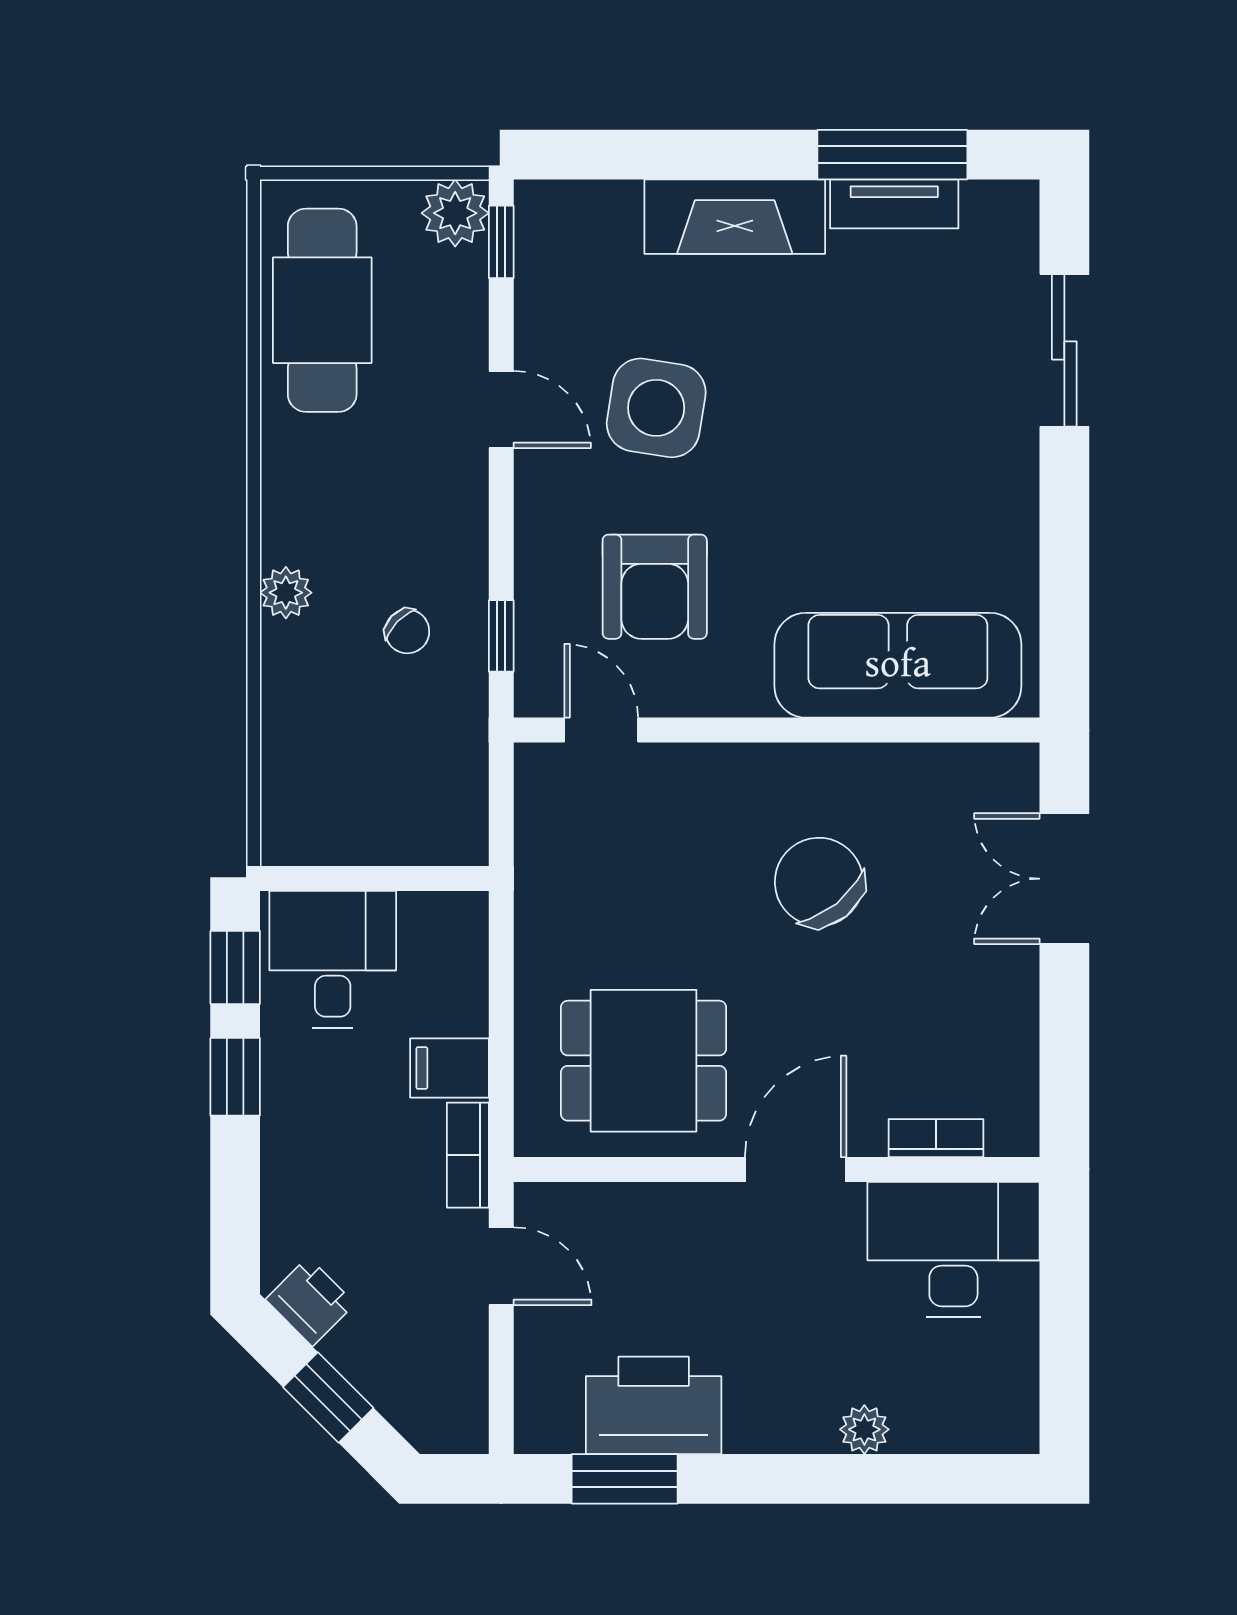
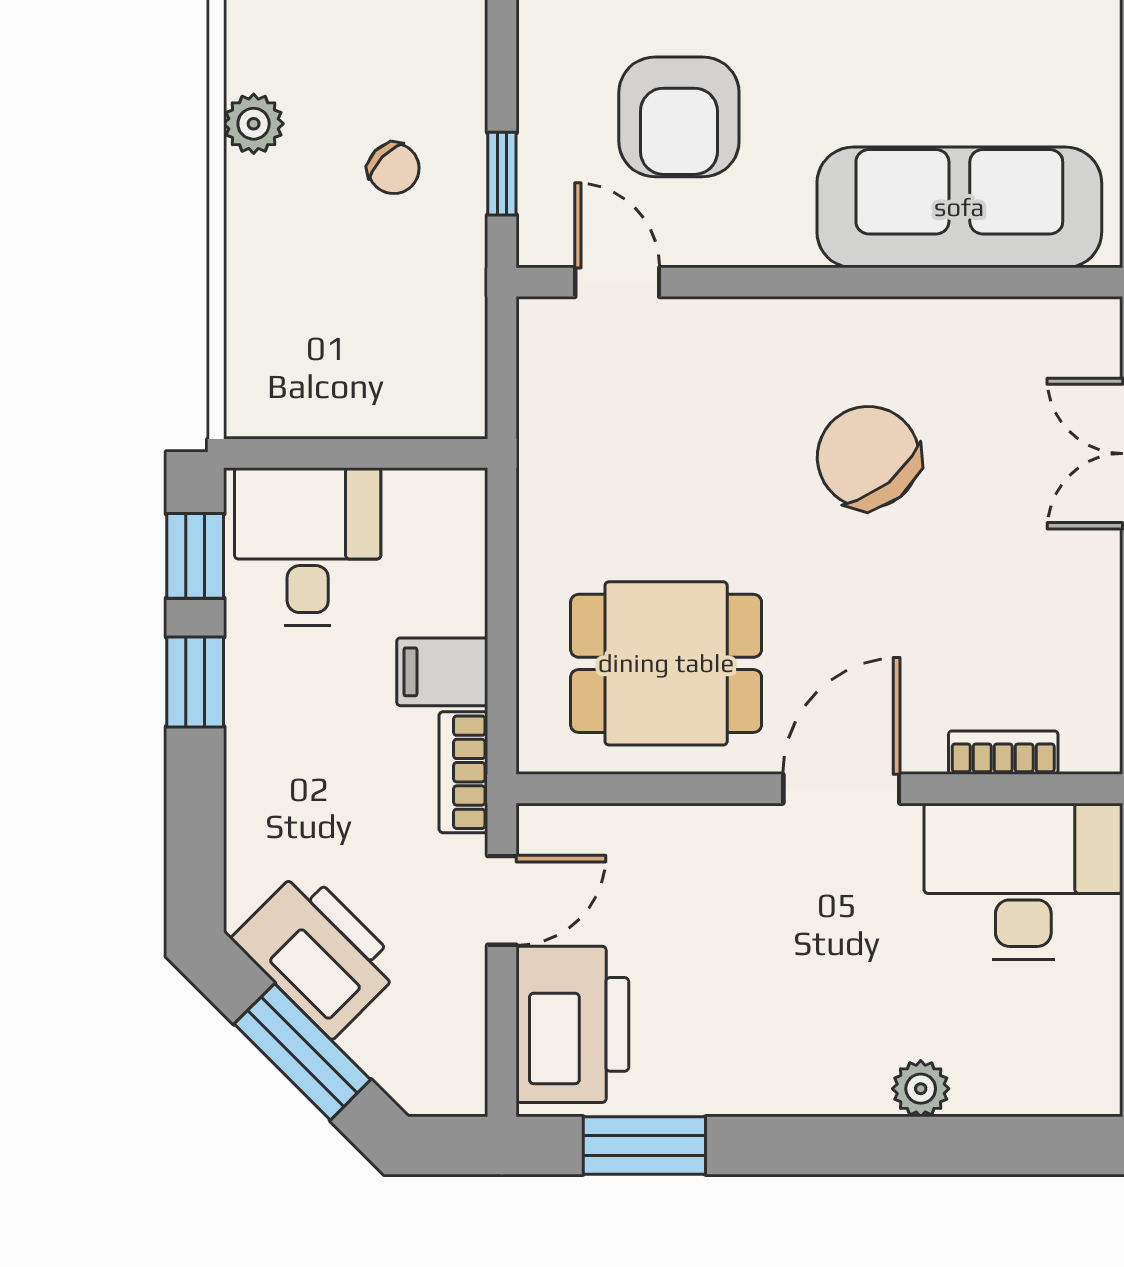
door: (501, 1266) -> (502, 900), hinge flipped
printer: (310, 1301) -> (318, 953), width x1.87, depth x1.48
window: (328, 1398) -> (302, 1052), width x1.50
printer: (654, 1405) -> (572, 1024), moved, turned 90

